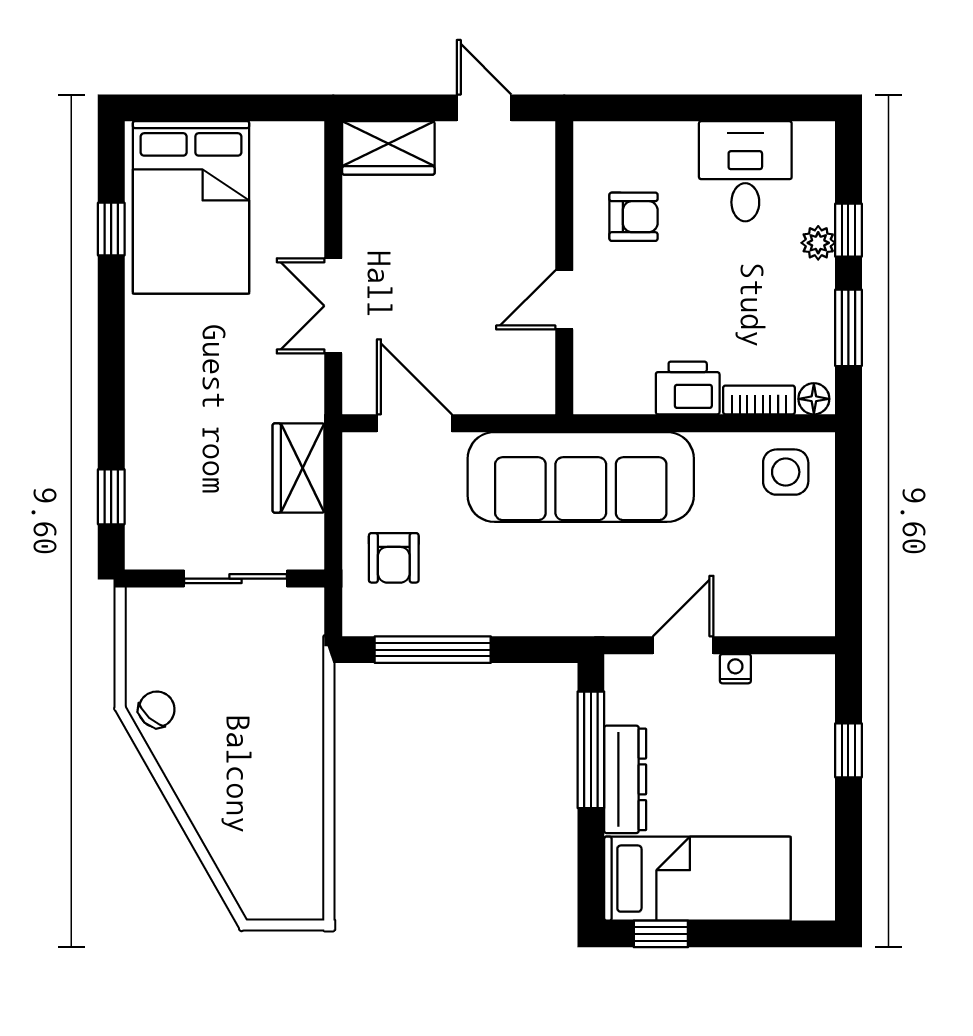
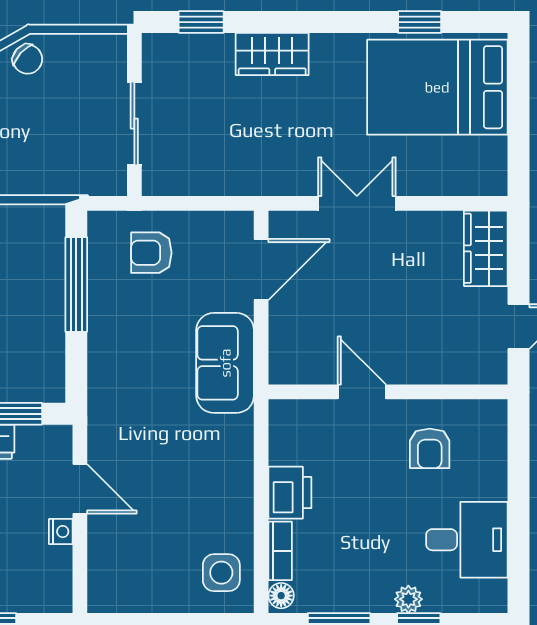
wardrobe: (299, 468) -> (272, 54), moved, turned 180
sofa: (581, 477) -> (225, 363), width x0.54, depth x0.79

